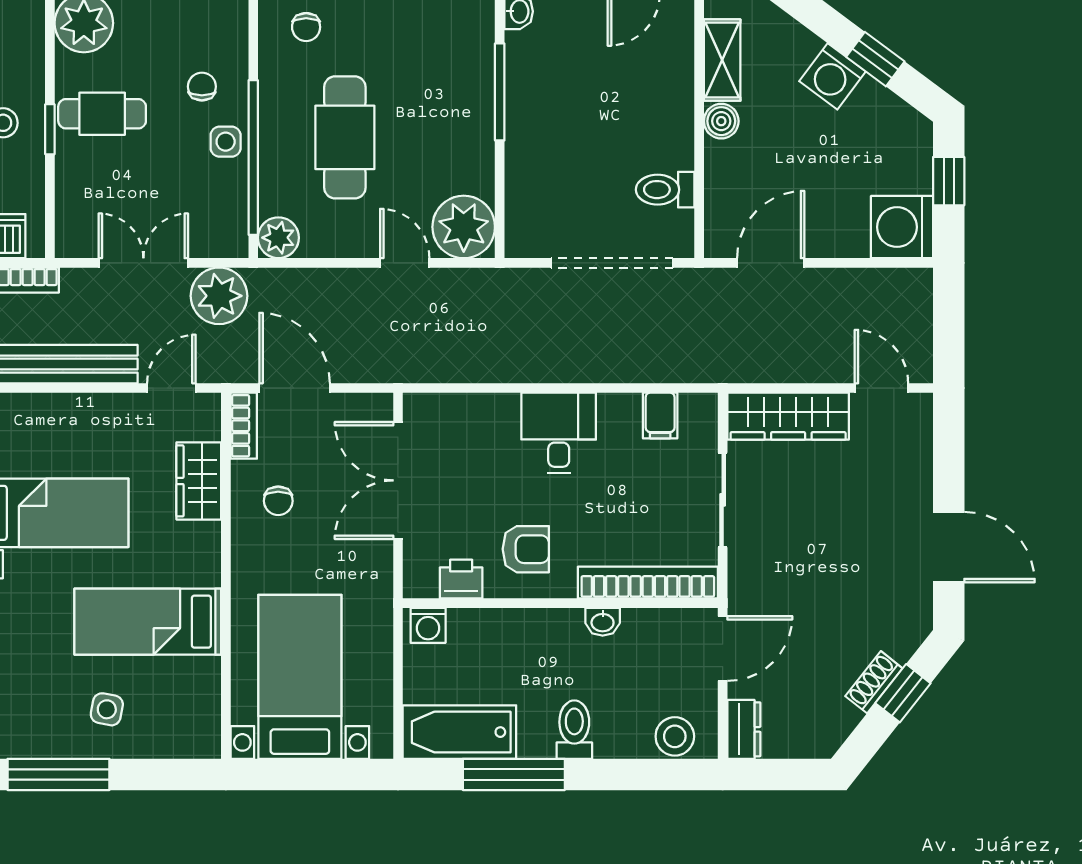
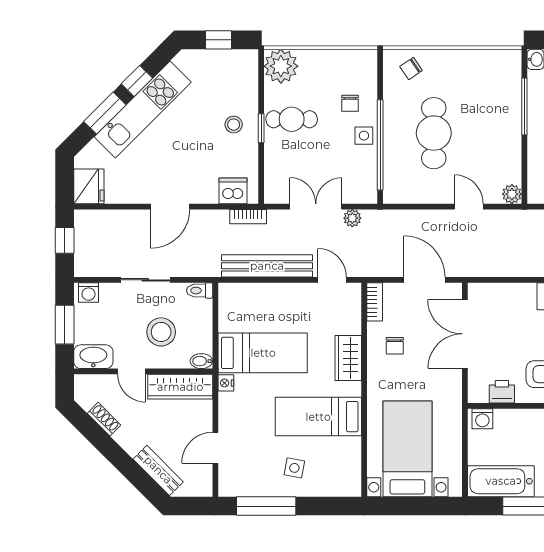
chair: (306, 27) -> (411, 69), turned 56
chair: (202, 87) -> (350, 103), turned 180
plant: (464, 227) -> (512, 194), width x0.53, depth x0.53
plant: (278, 238) -> (395, 192), removed
plant: (219, 296) -> (352, 218), width x0.53, depth x0.53
door: (171, 388) -> (332, 280), hinge flipped
door: (295, 388) -> (424, 280), moved
wardrobe: (199, 481) -> (348, 358), moved

